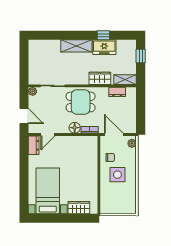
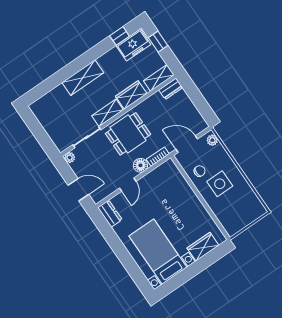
window: (103, 35) -> (120, 36), moved
freezer: (104, 47) -> (133, 45), moved
shelving: (77, 79) -> (108, 113), added
dresser: (117, 92) -> (171, 89), moved
door: (48, 135) -> (128, 185), moved

